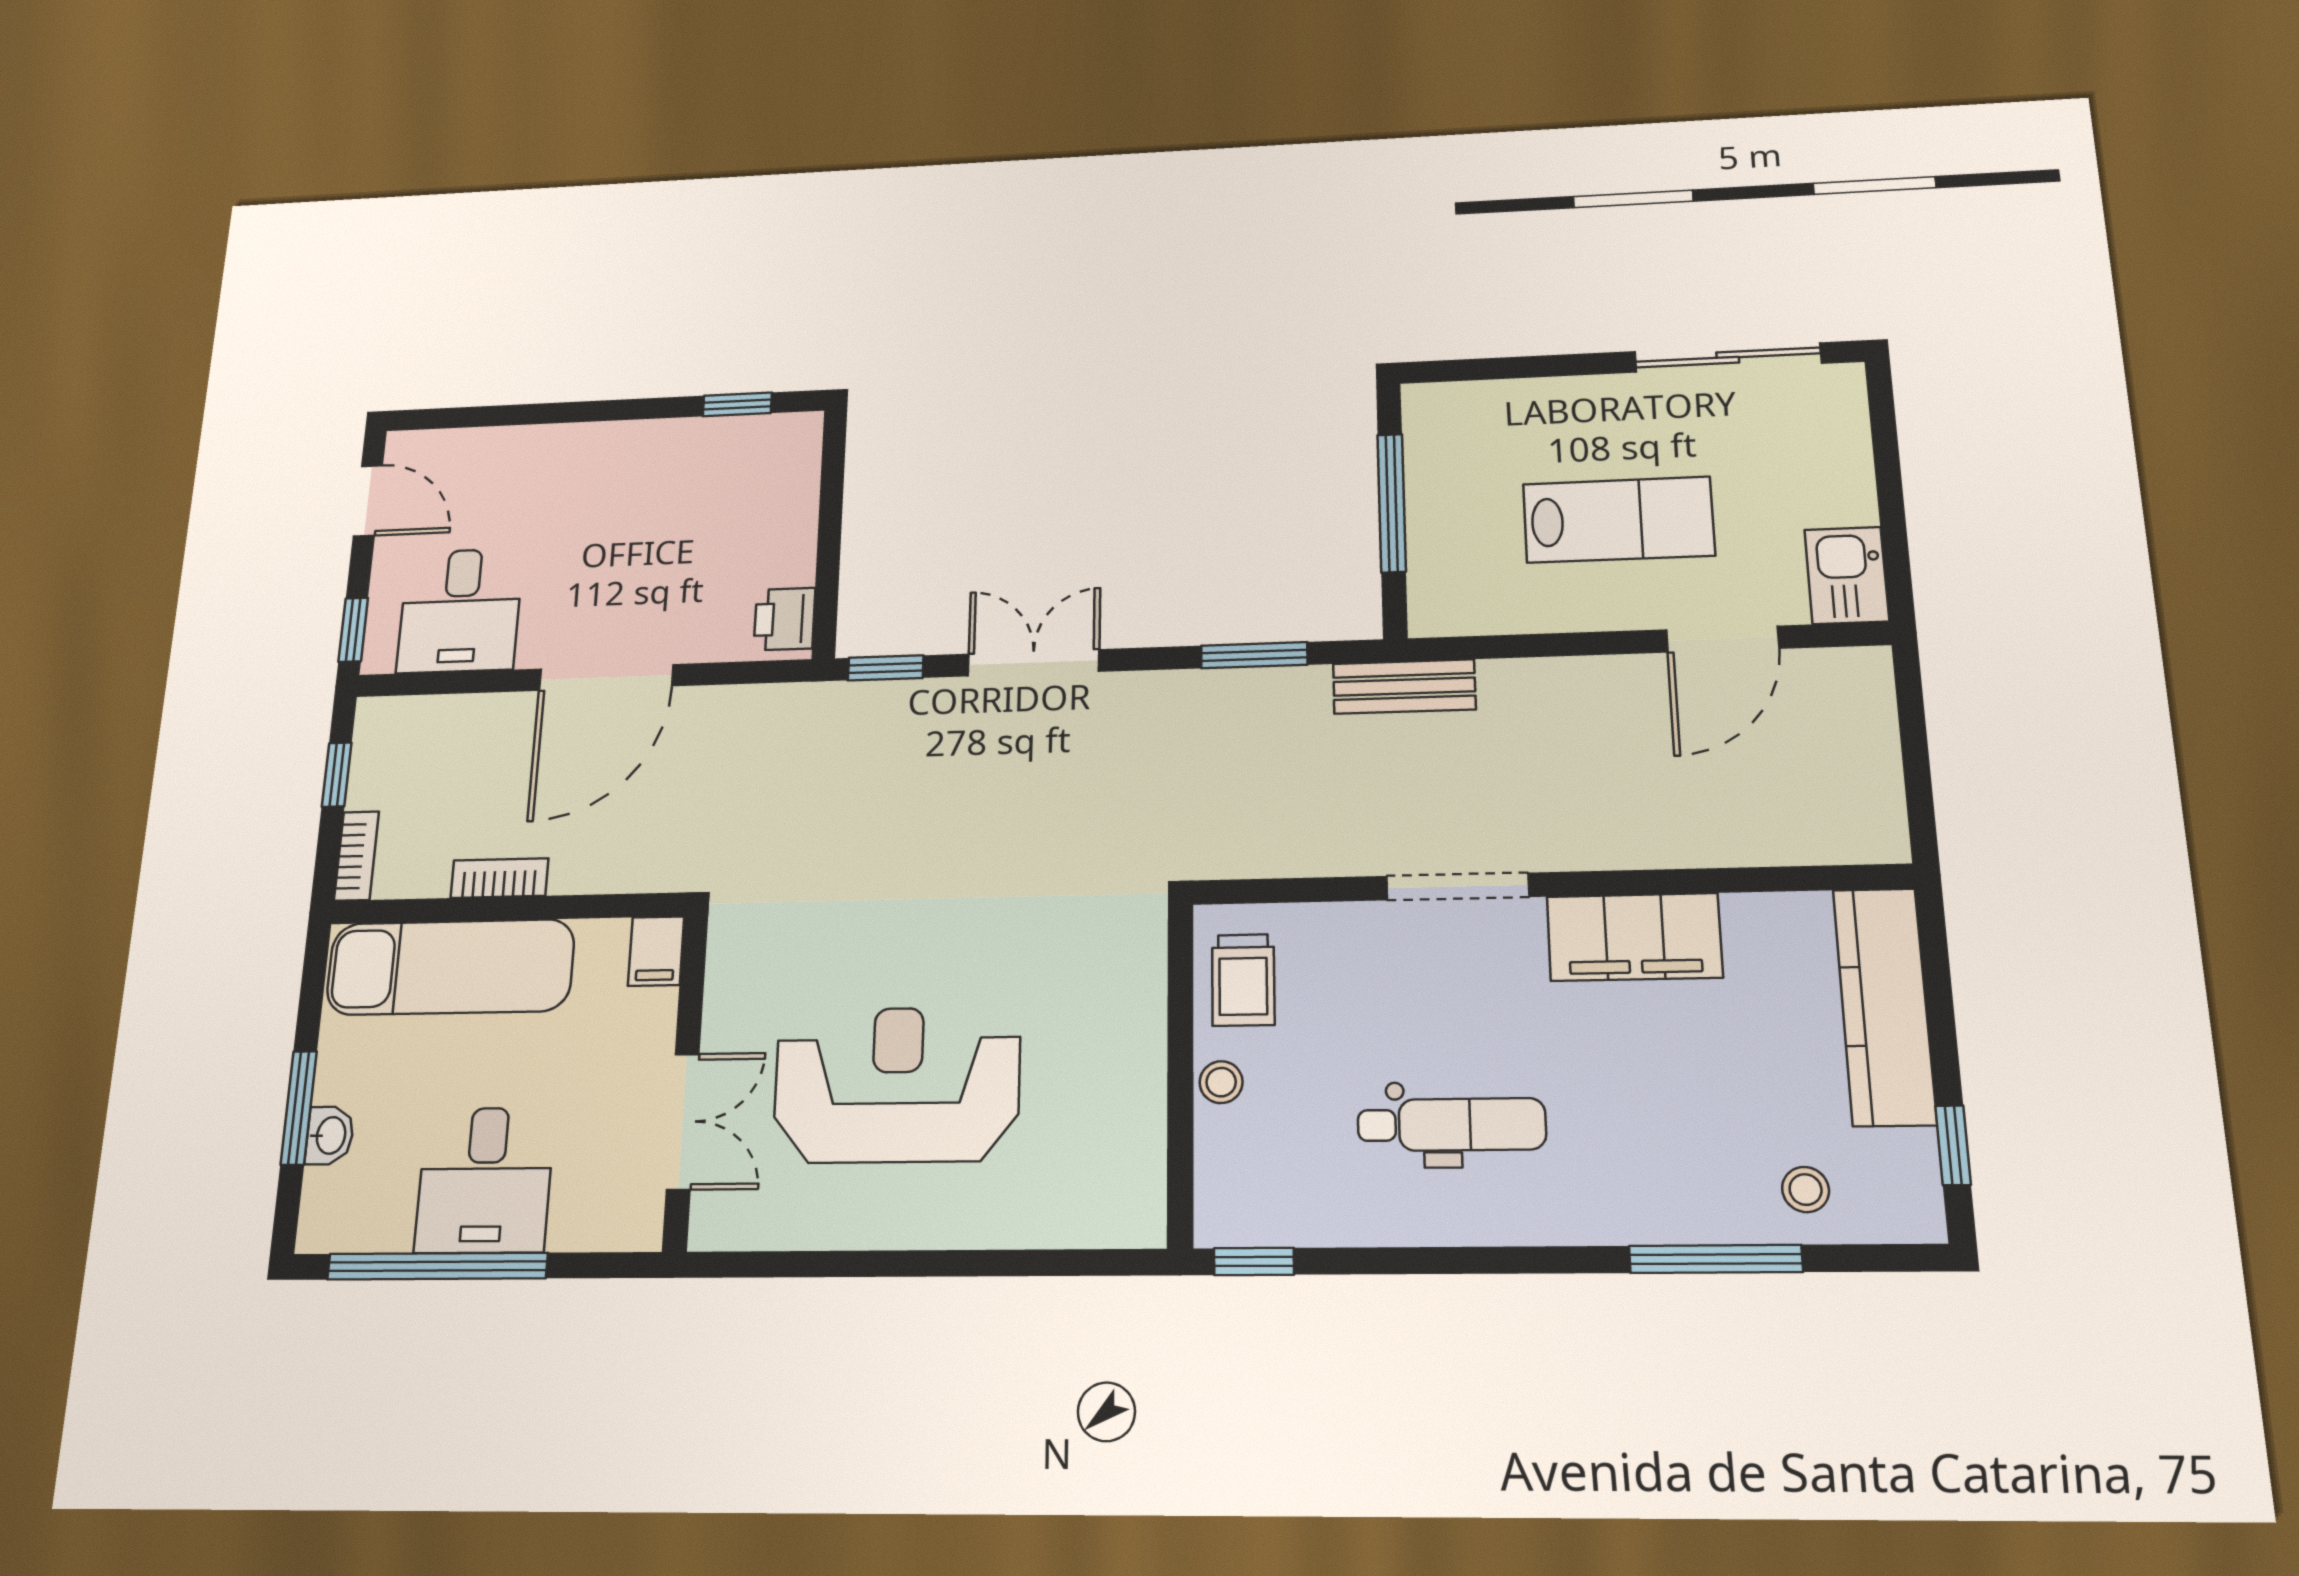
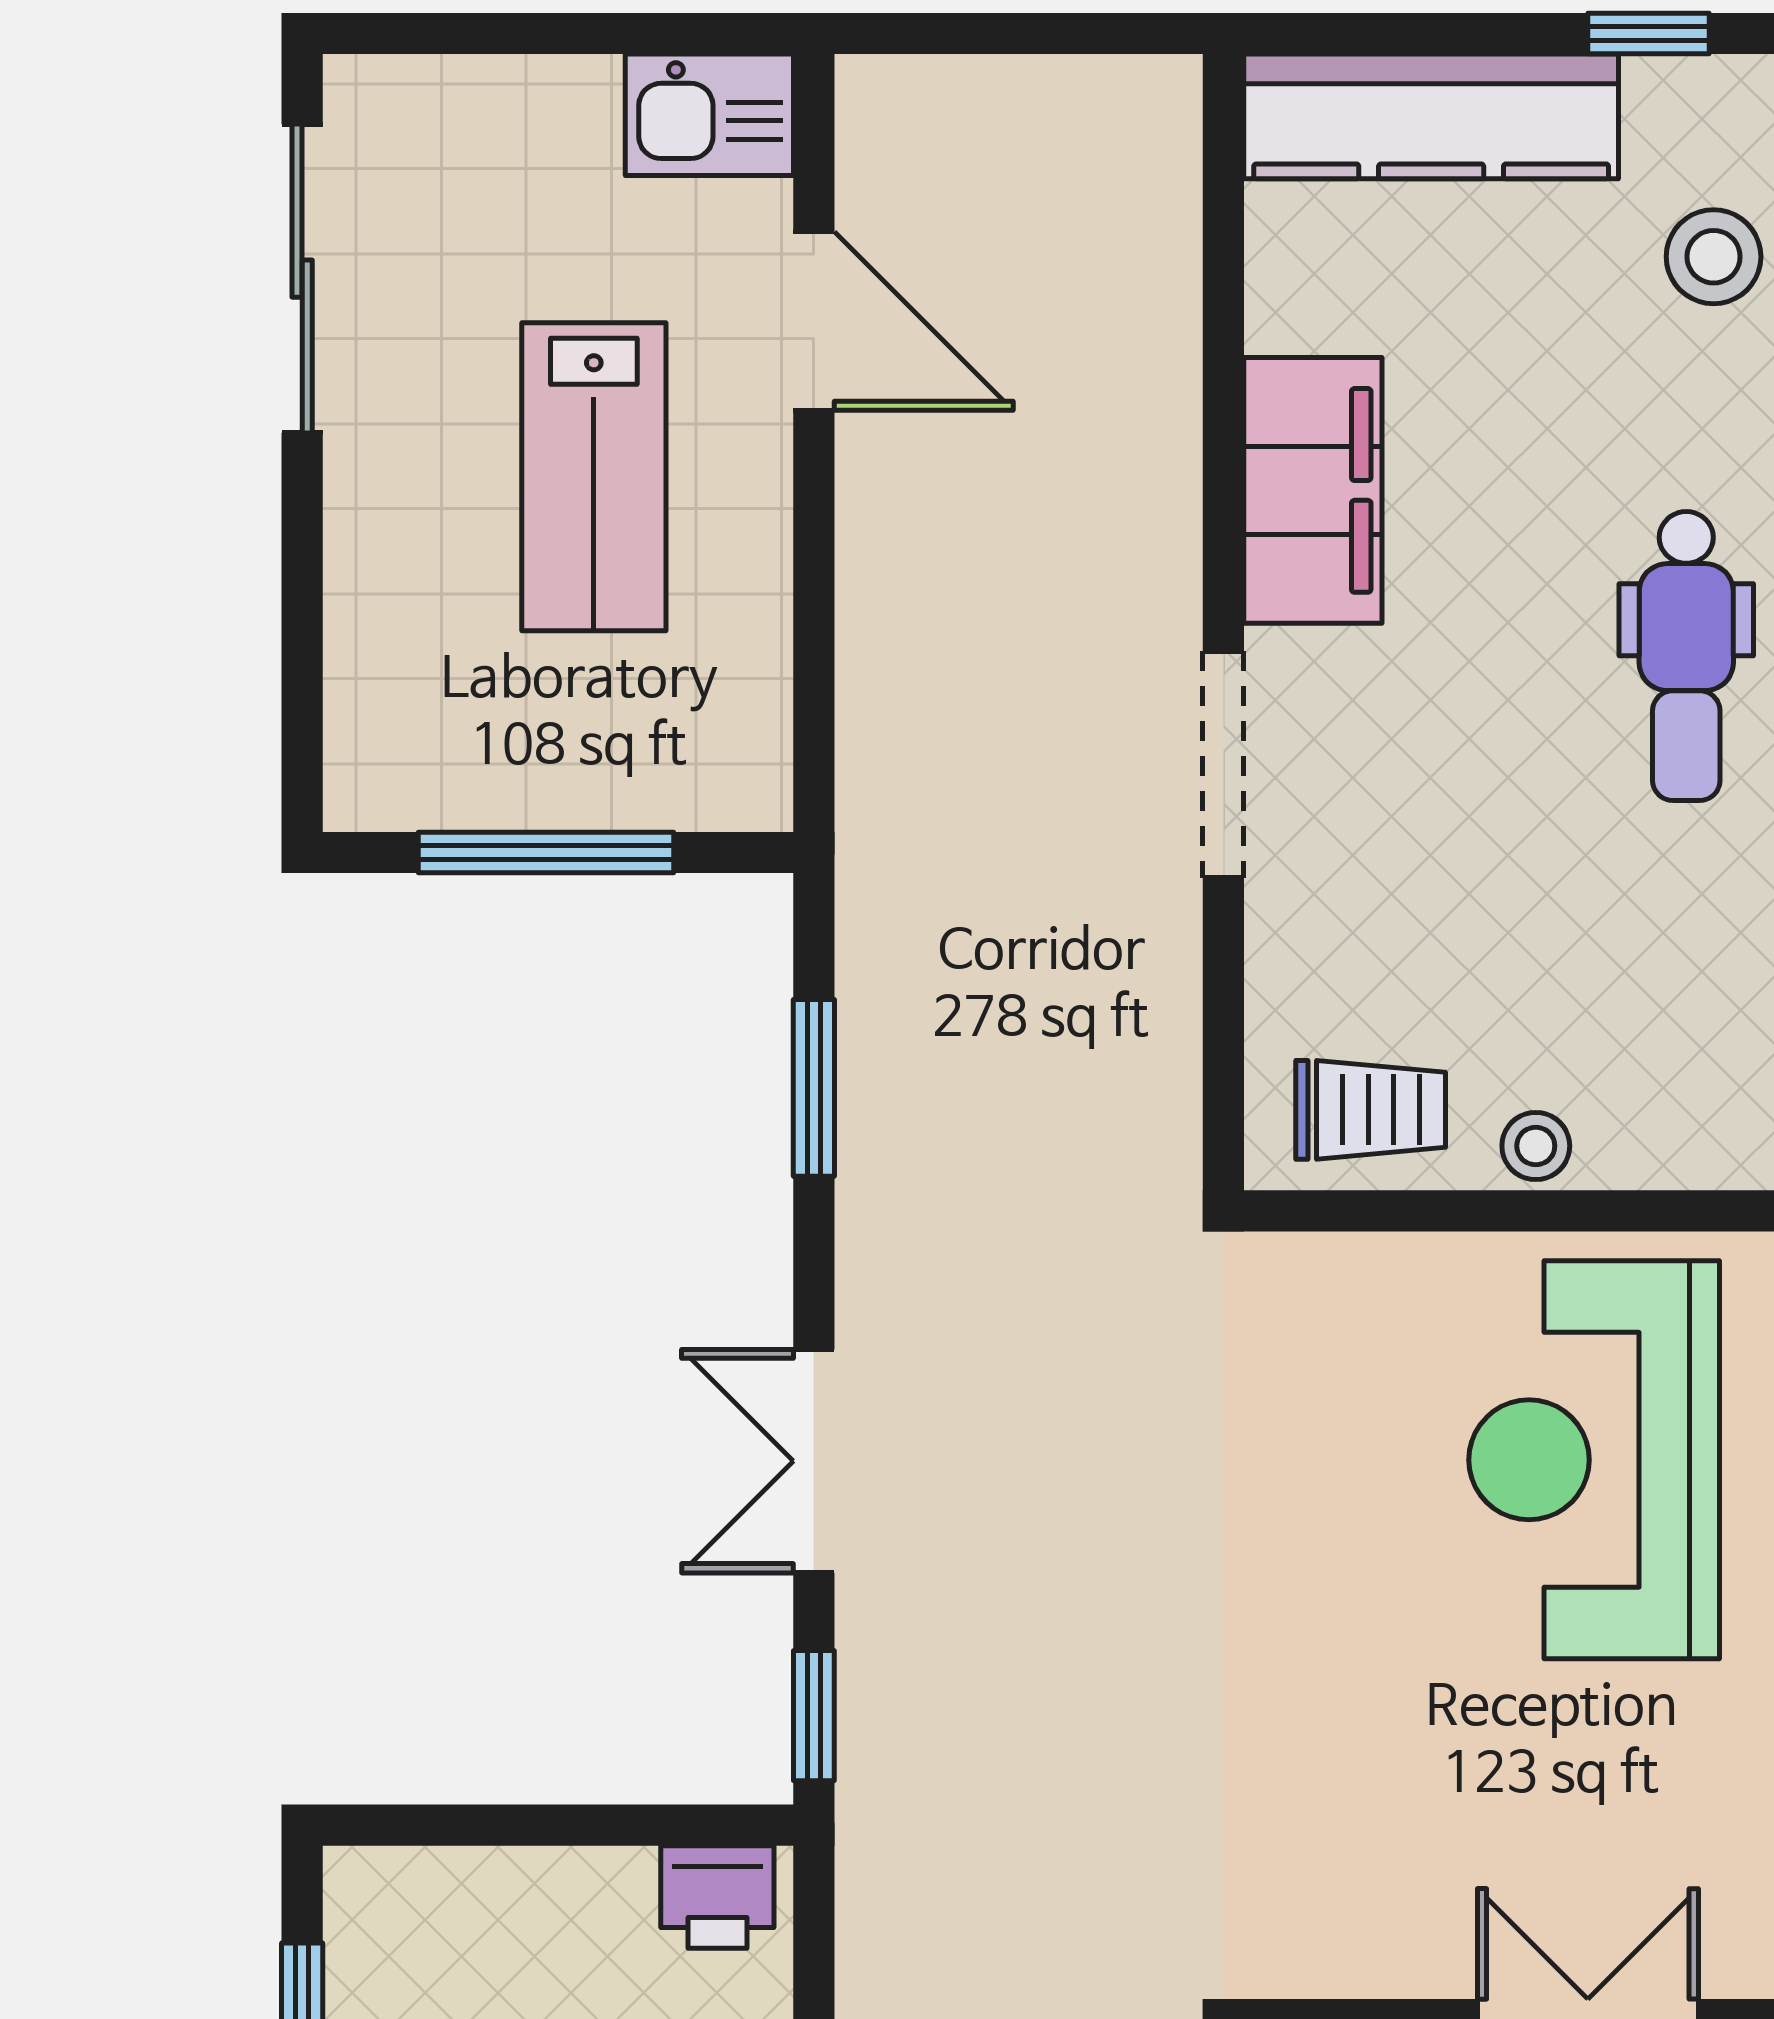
lab bench: (1618, 520) -> (594, 477), turned 180
bench: (1404, 687) -> (879, 840), removed
reception desk: (897, 1085) -> (1594, 1460), moved
dental chair: (1452, 1125) -> (1686, 656), moved, turned 180
stool: (1806, 1190) -> (1714, 257), width x1.37, depth x1.37

